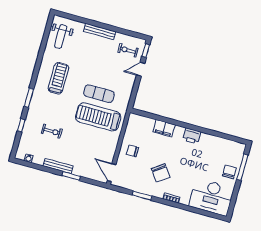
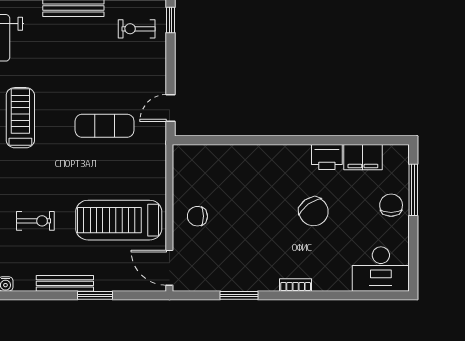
door: (141, 69) -> (170, 108), moved
treadmill: (98, 117) -> (119, 220), moved
filing cabinet: (164, 128) -> (363, 157), moved
printer: (192, 136) -> (327, 157), moved
chair: (161, 173) -> (314, 212), moved
desk: (211, 197) -> (381, 269), width x0.73, depth x0.77

